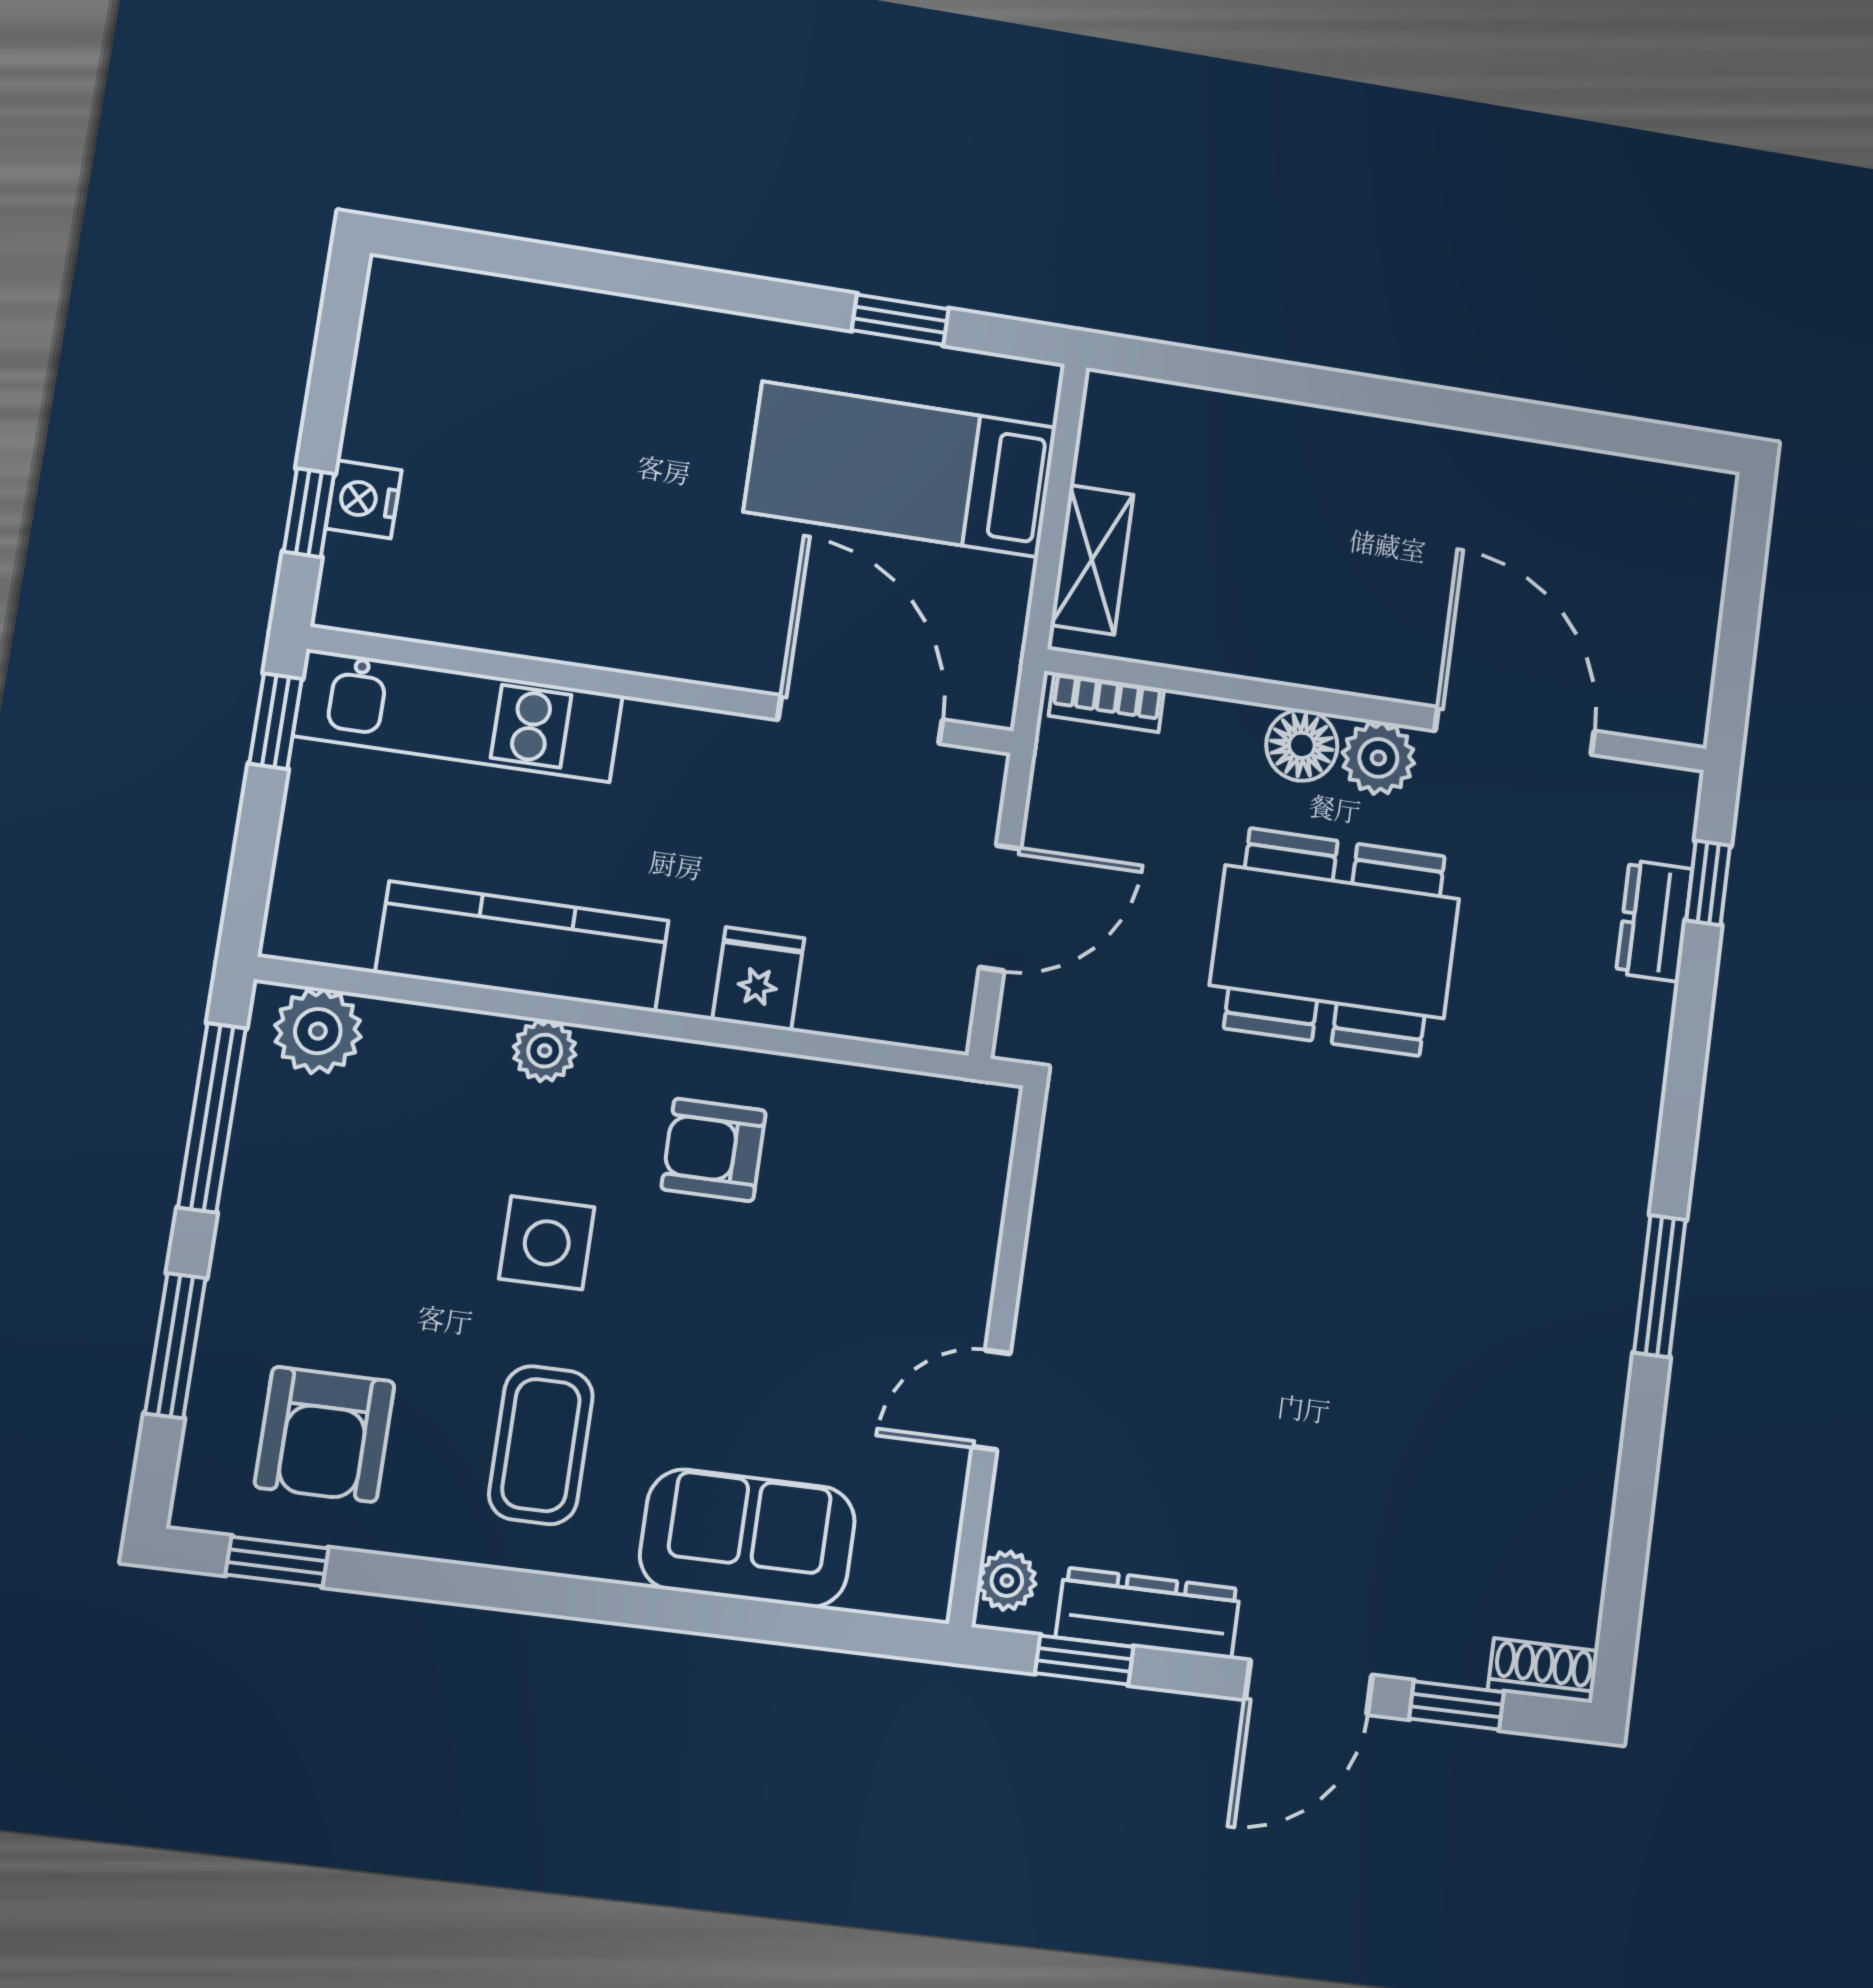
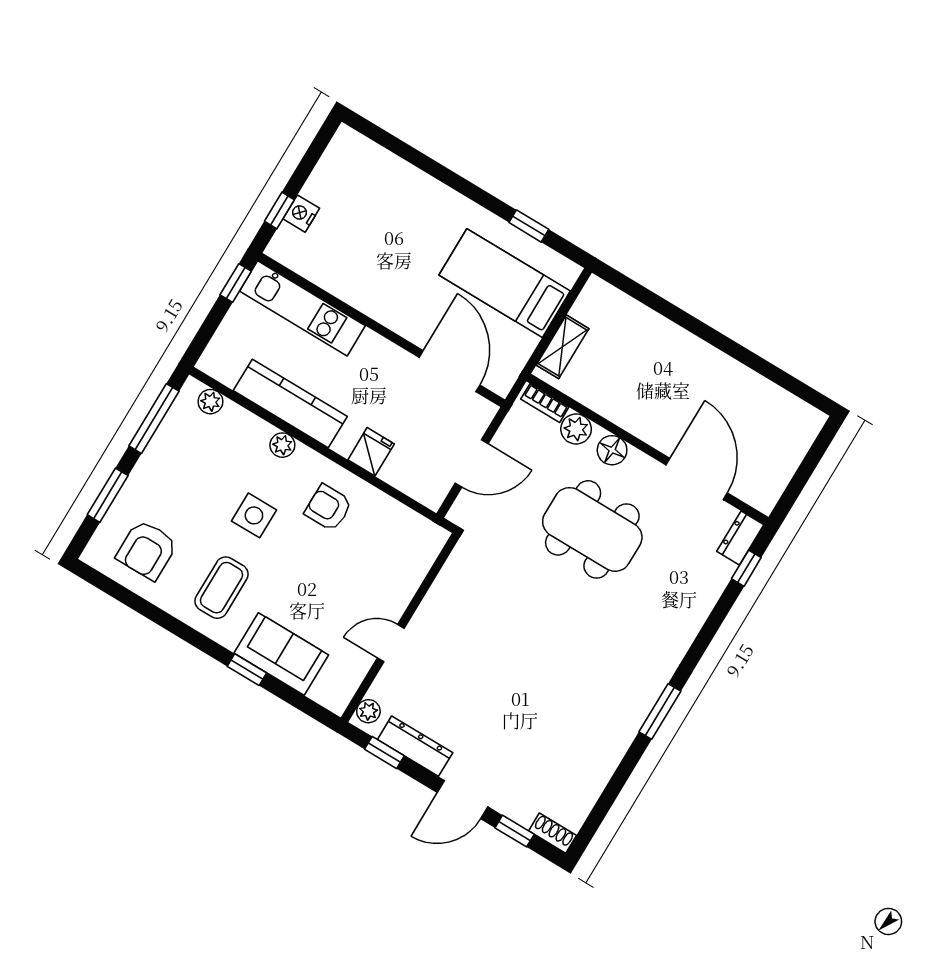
plant: (1378, 758) -> (576, 429), moved
dresser: (1654, 921) -> (740, 538), moved
plant: (318, 1031) -> (210, 402), width x0.73, depth x0.73
window: (277, 1562) -> (247, 670), moved

